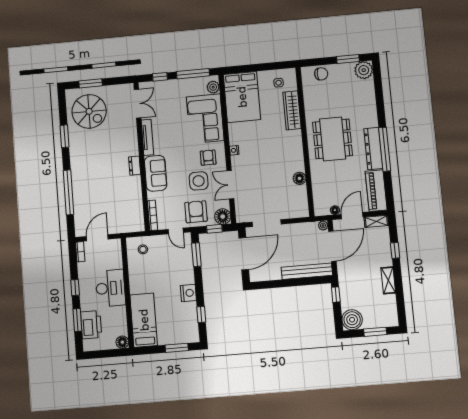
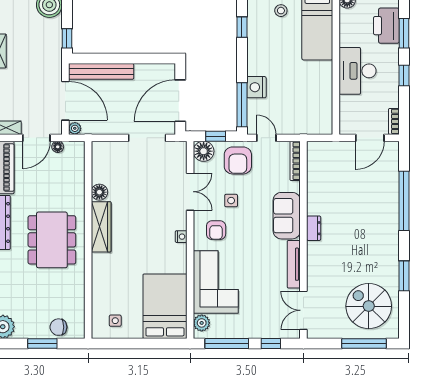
window: (348, 59) -> (42, 344), moved
window: (91, 83) -> (364, 344), width x1.44
wardrobe: (292, 110) -> (101, 227), moved
side table: (199, 181) -> (231, 201), width x0.54, depth x0.54
door: (332, 246) -> (65, 101), swing flipped
stool: (143, 249) -> (281, 11), moved
window: (196, 255) -> (242, 105), width x1.44
nightstand: (188, 293) -> (256, 87), moved

